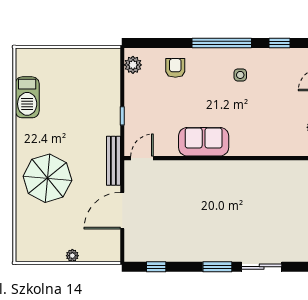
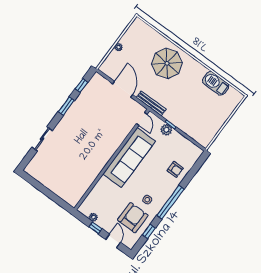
plant: (133, 65) -> (166, 130), moved
armchair: (277, 77) -> (133, 218), added
sofa: (204, 142) -> (129, 158), width x1.85, depth x1.27
window: (217, 267) -> (66, 106), moved

